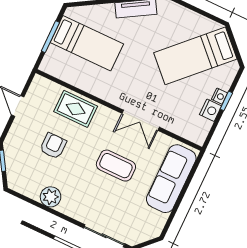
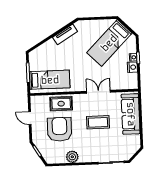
bed: (87, 43) -> (50, 80), moved
double door: (141, 120) -> (98, 92), swing flipped
armchair: (53, 146) -> (60, 129), width x1.88, depth x1.88

